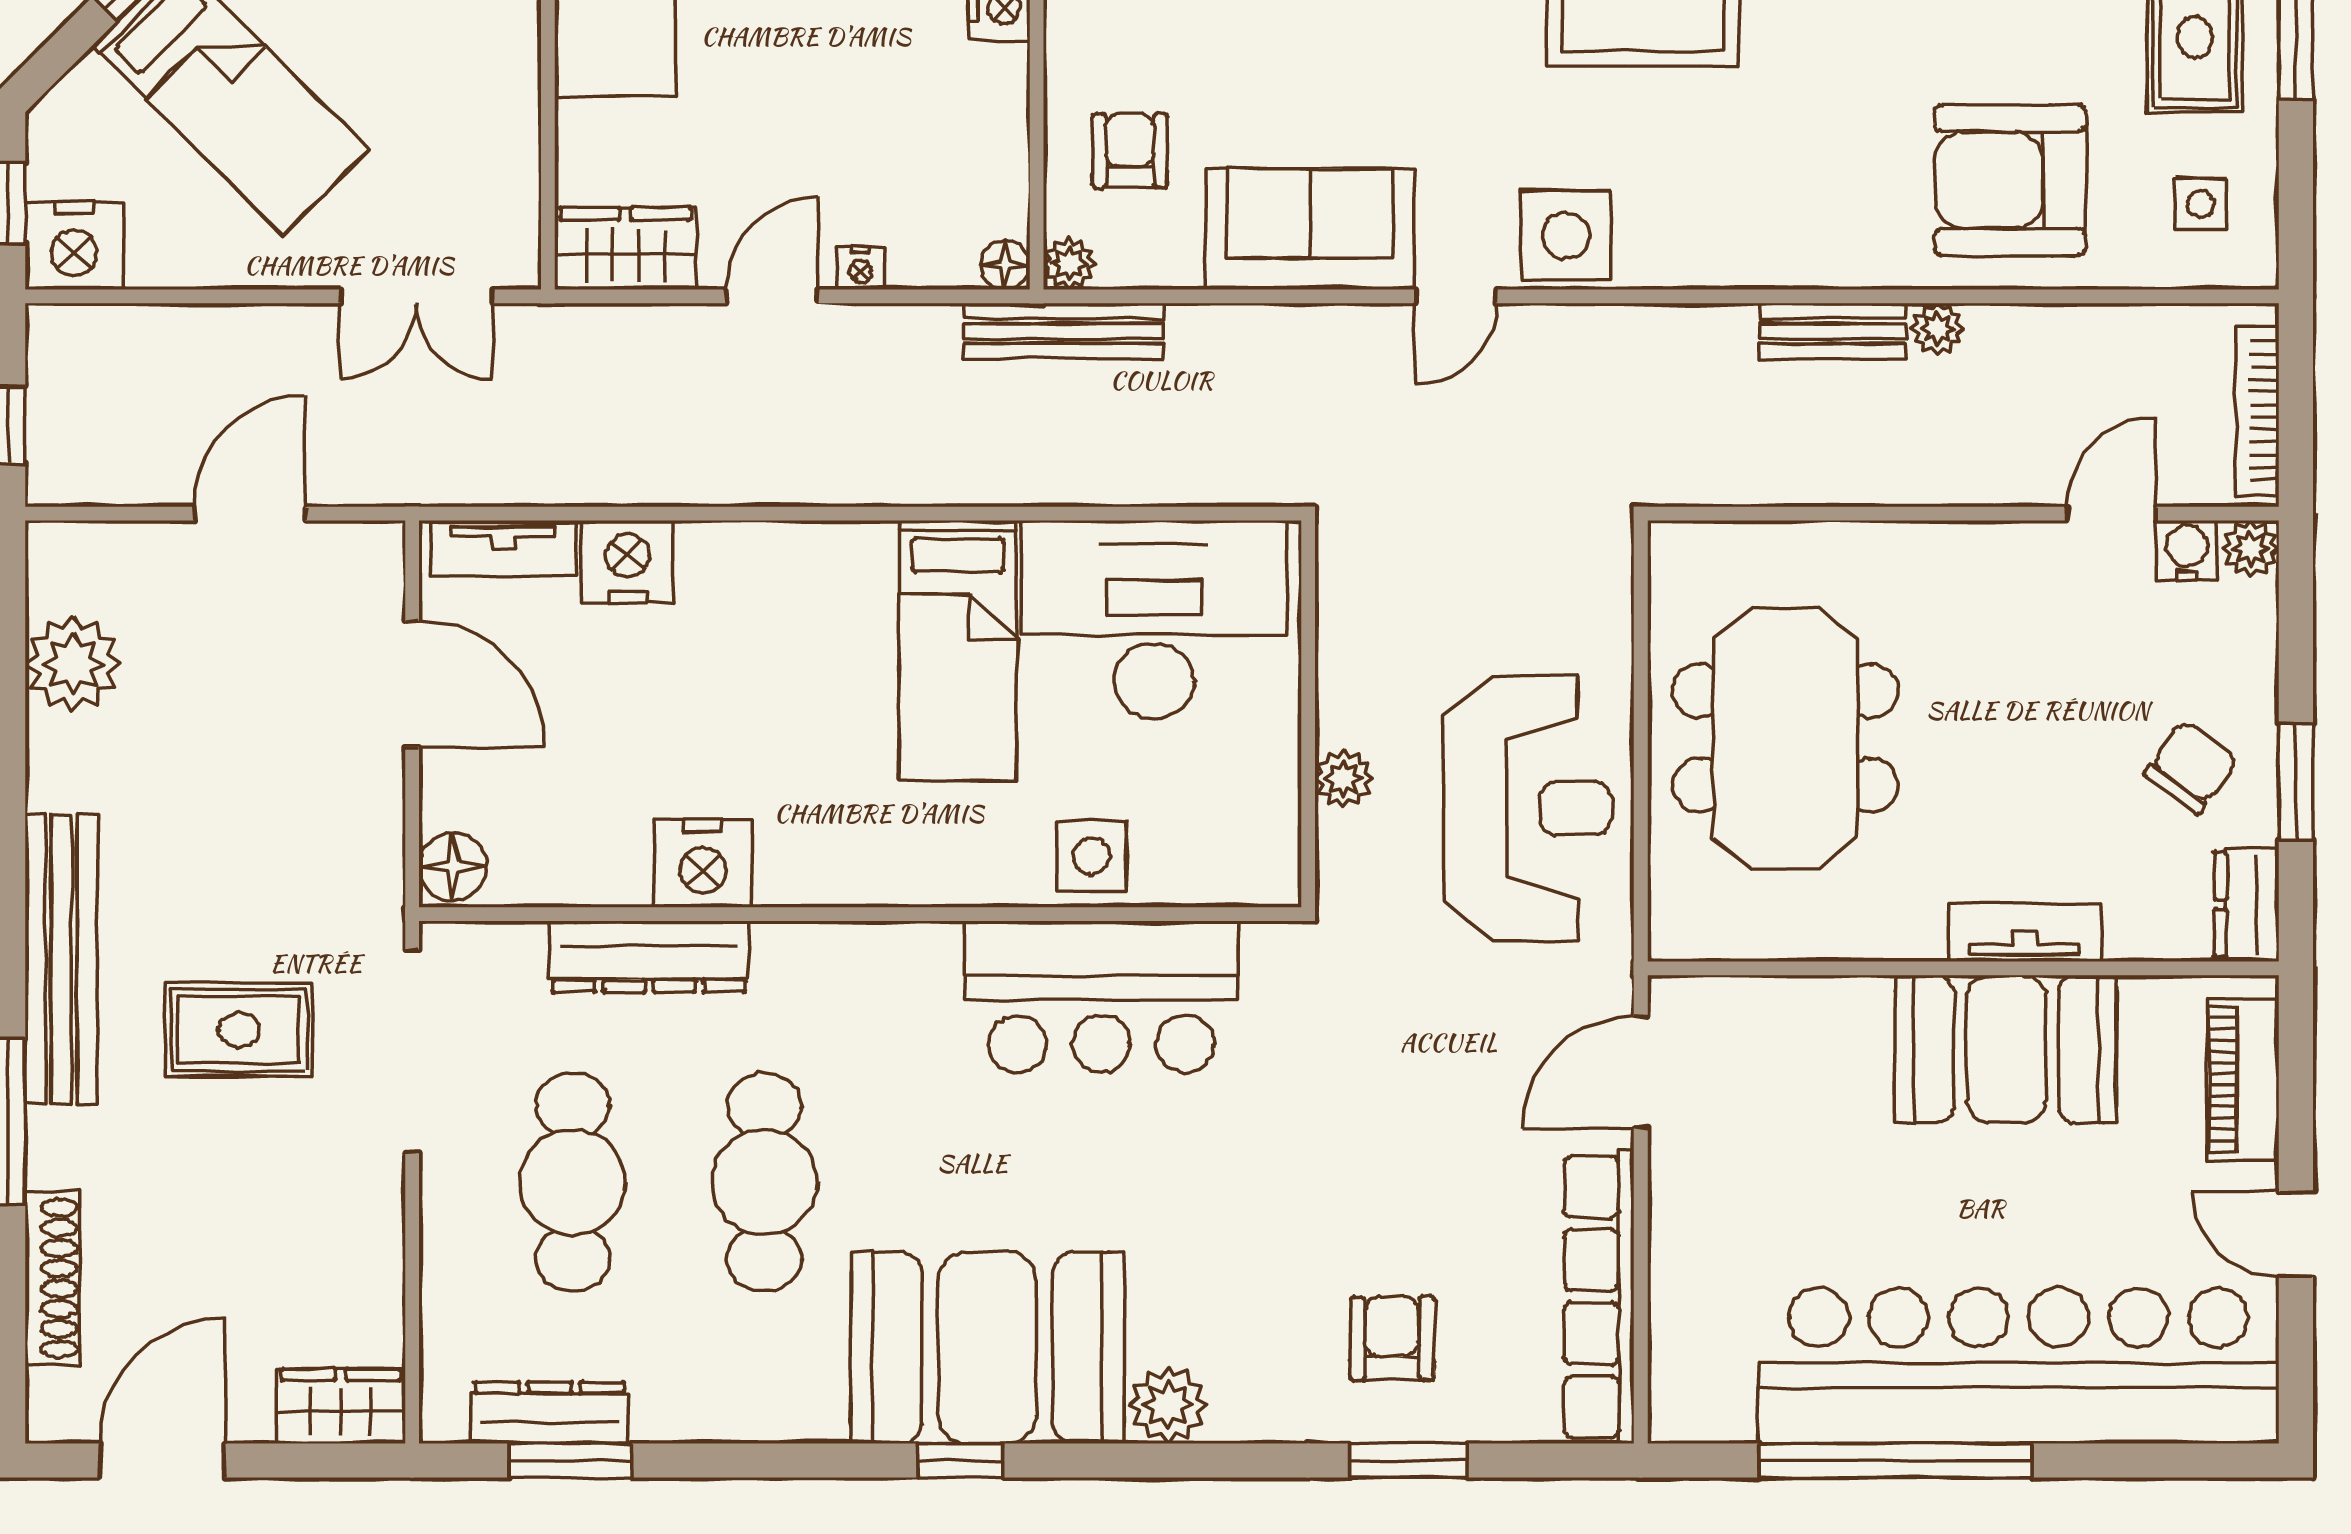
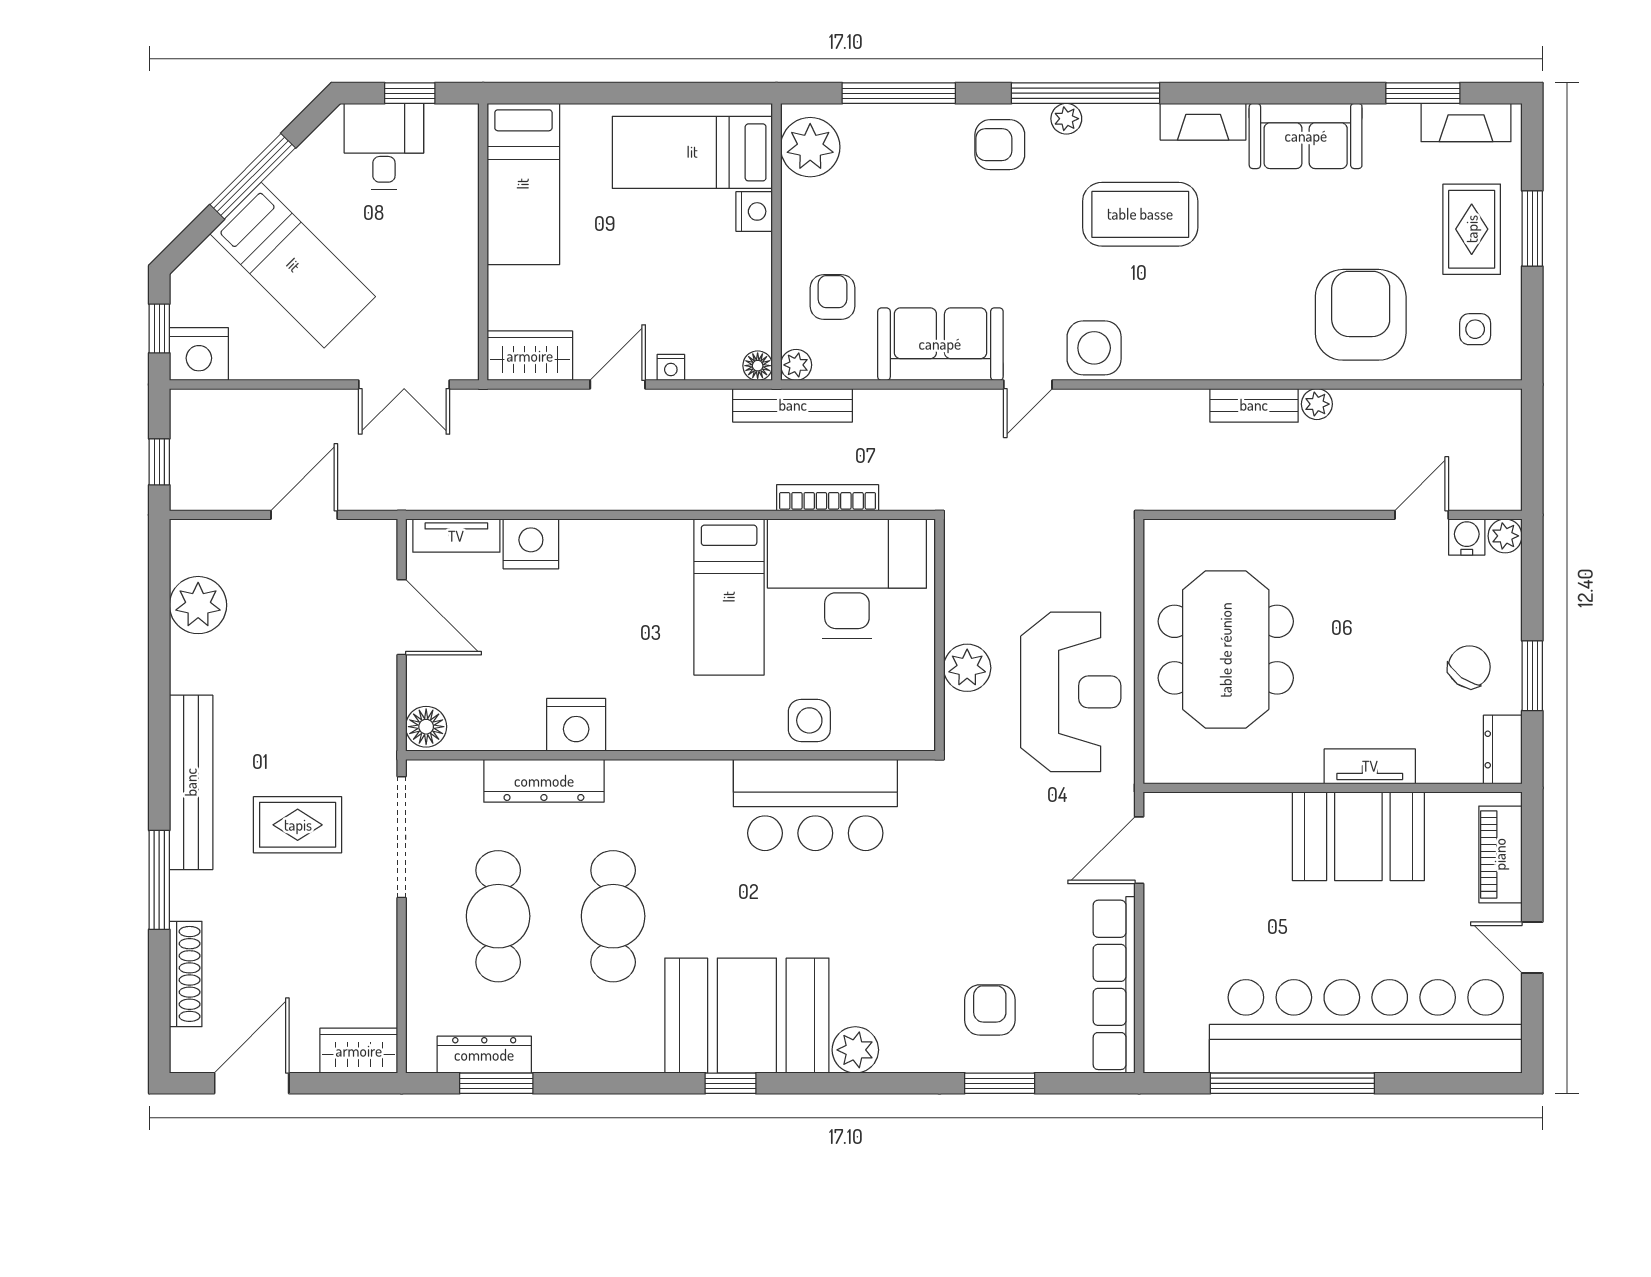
armchair: (2010, 180) -> (1361, 315), turned 90
bookcase: (2257, 411) -> (828, 498), moved, turned 90
plant: (1344, 779) -> (967, 668), width x1.38, depth x1.38

